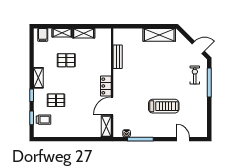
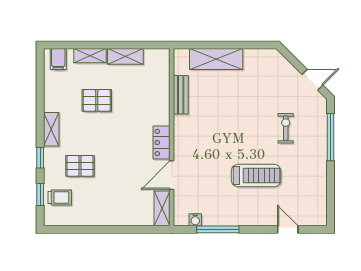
shelving: (159, 35) -> (216, 59), moved
exercise bike: (195, 75) -> (286, 128), moved

